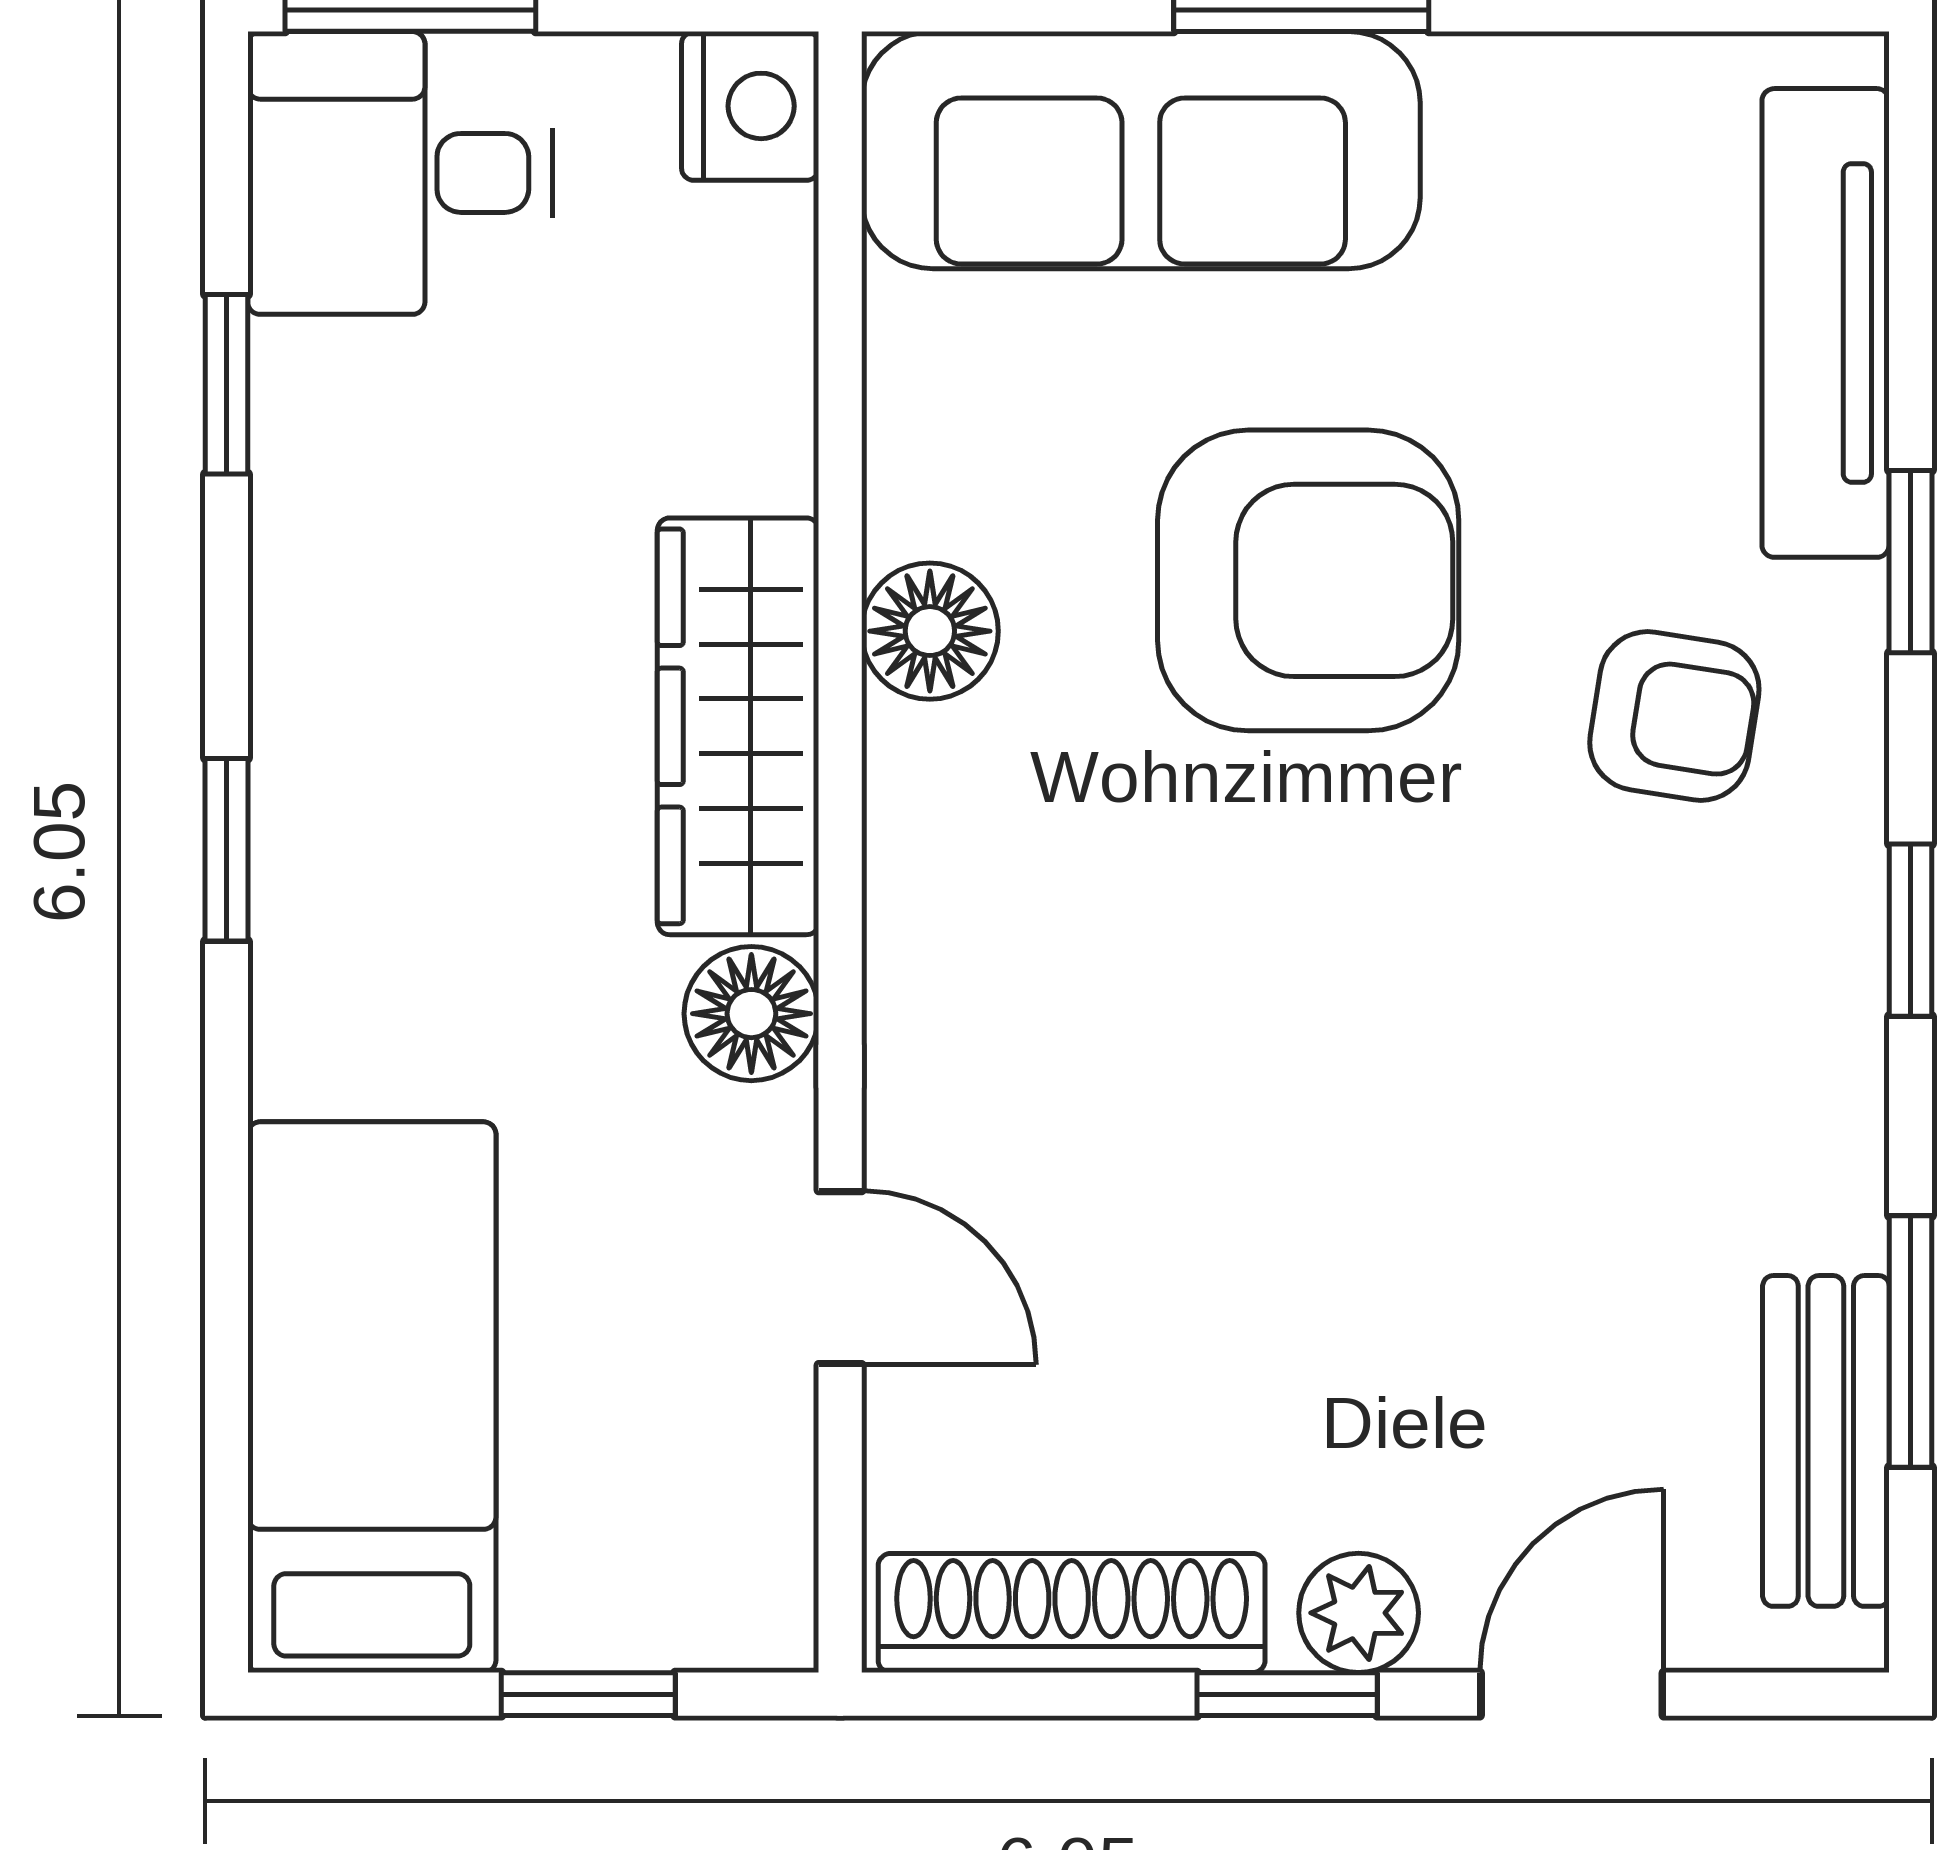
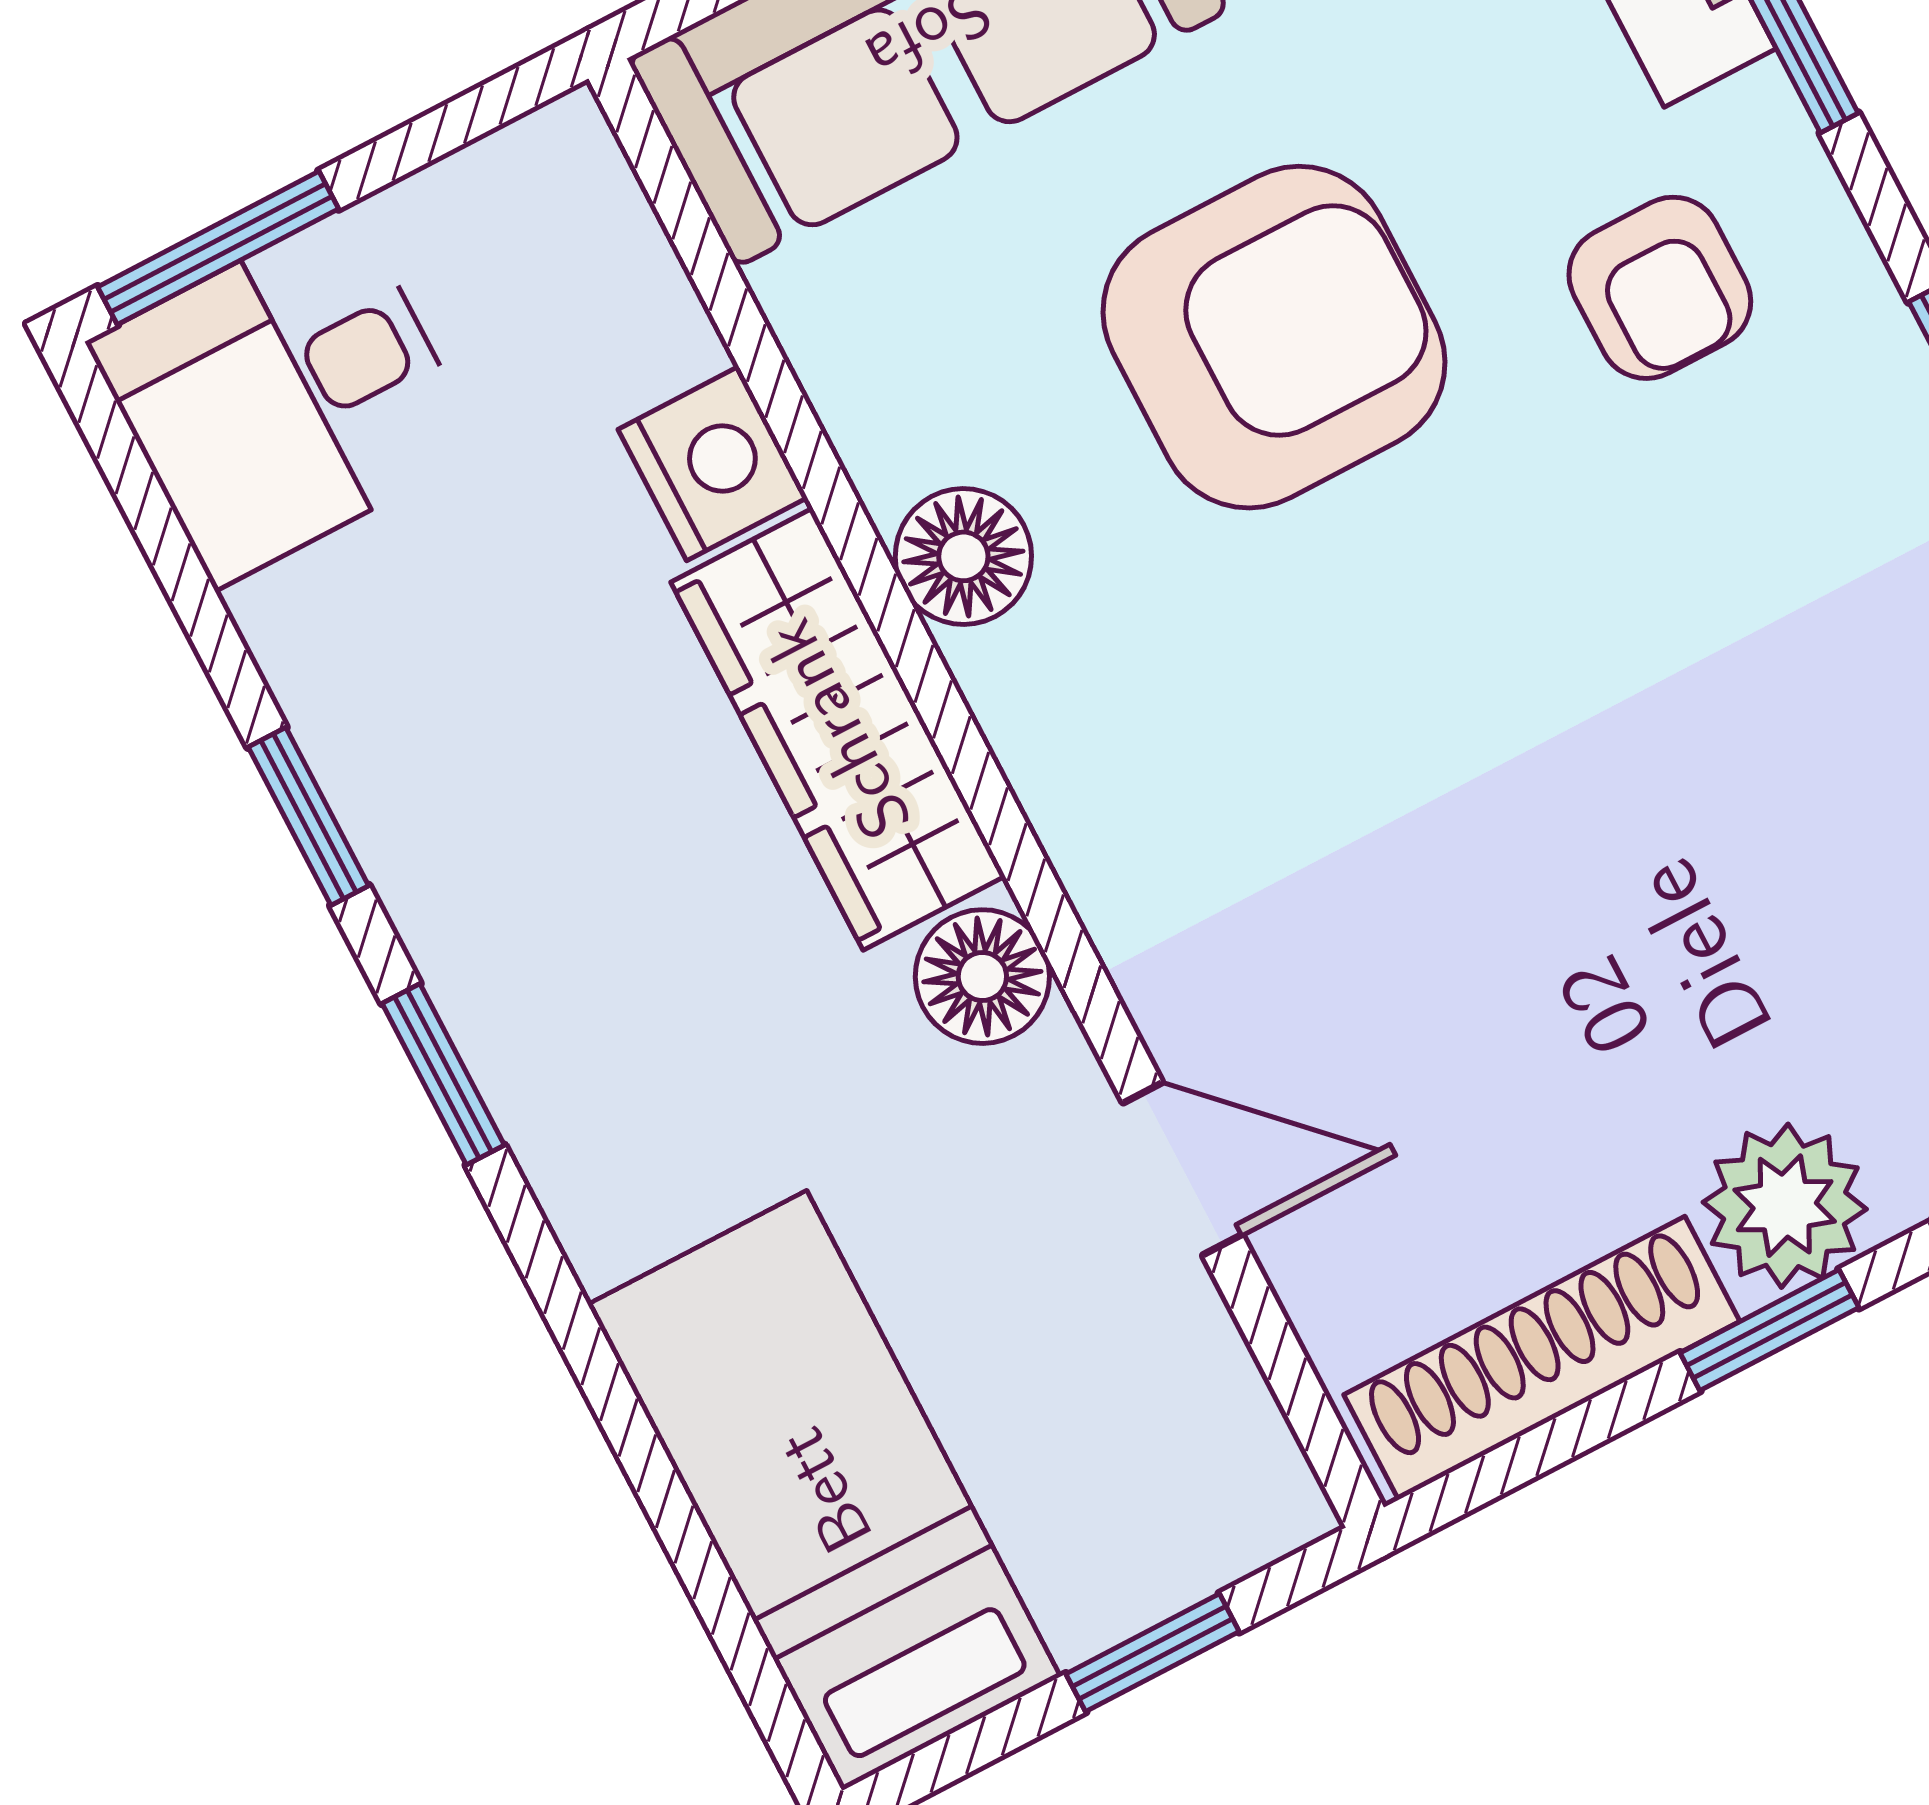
nightstand: (750, 106) -> (713, 464), moved
window: (226, 384) -> (308, 816), moved
armchair: (1674, 716) -> (1660, 288), turned 81
plant: (1359, 1613) -> (1785, 1206), width x1.38, depth x1.38

